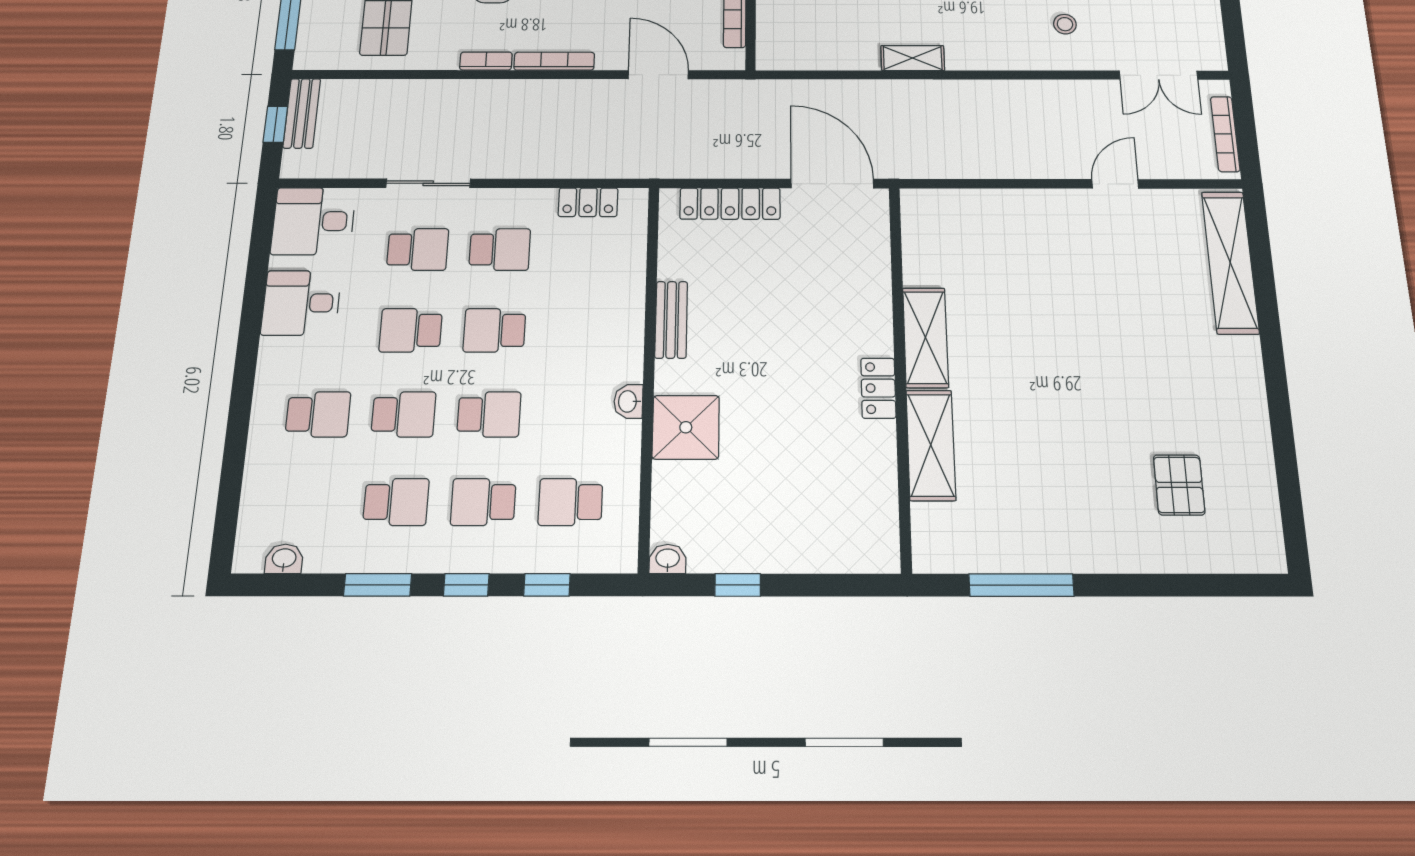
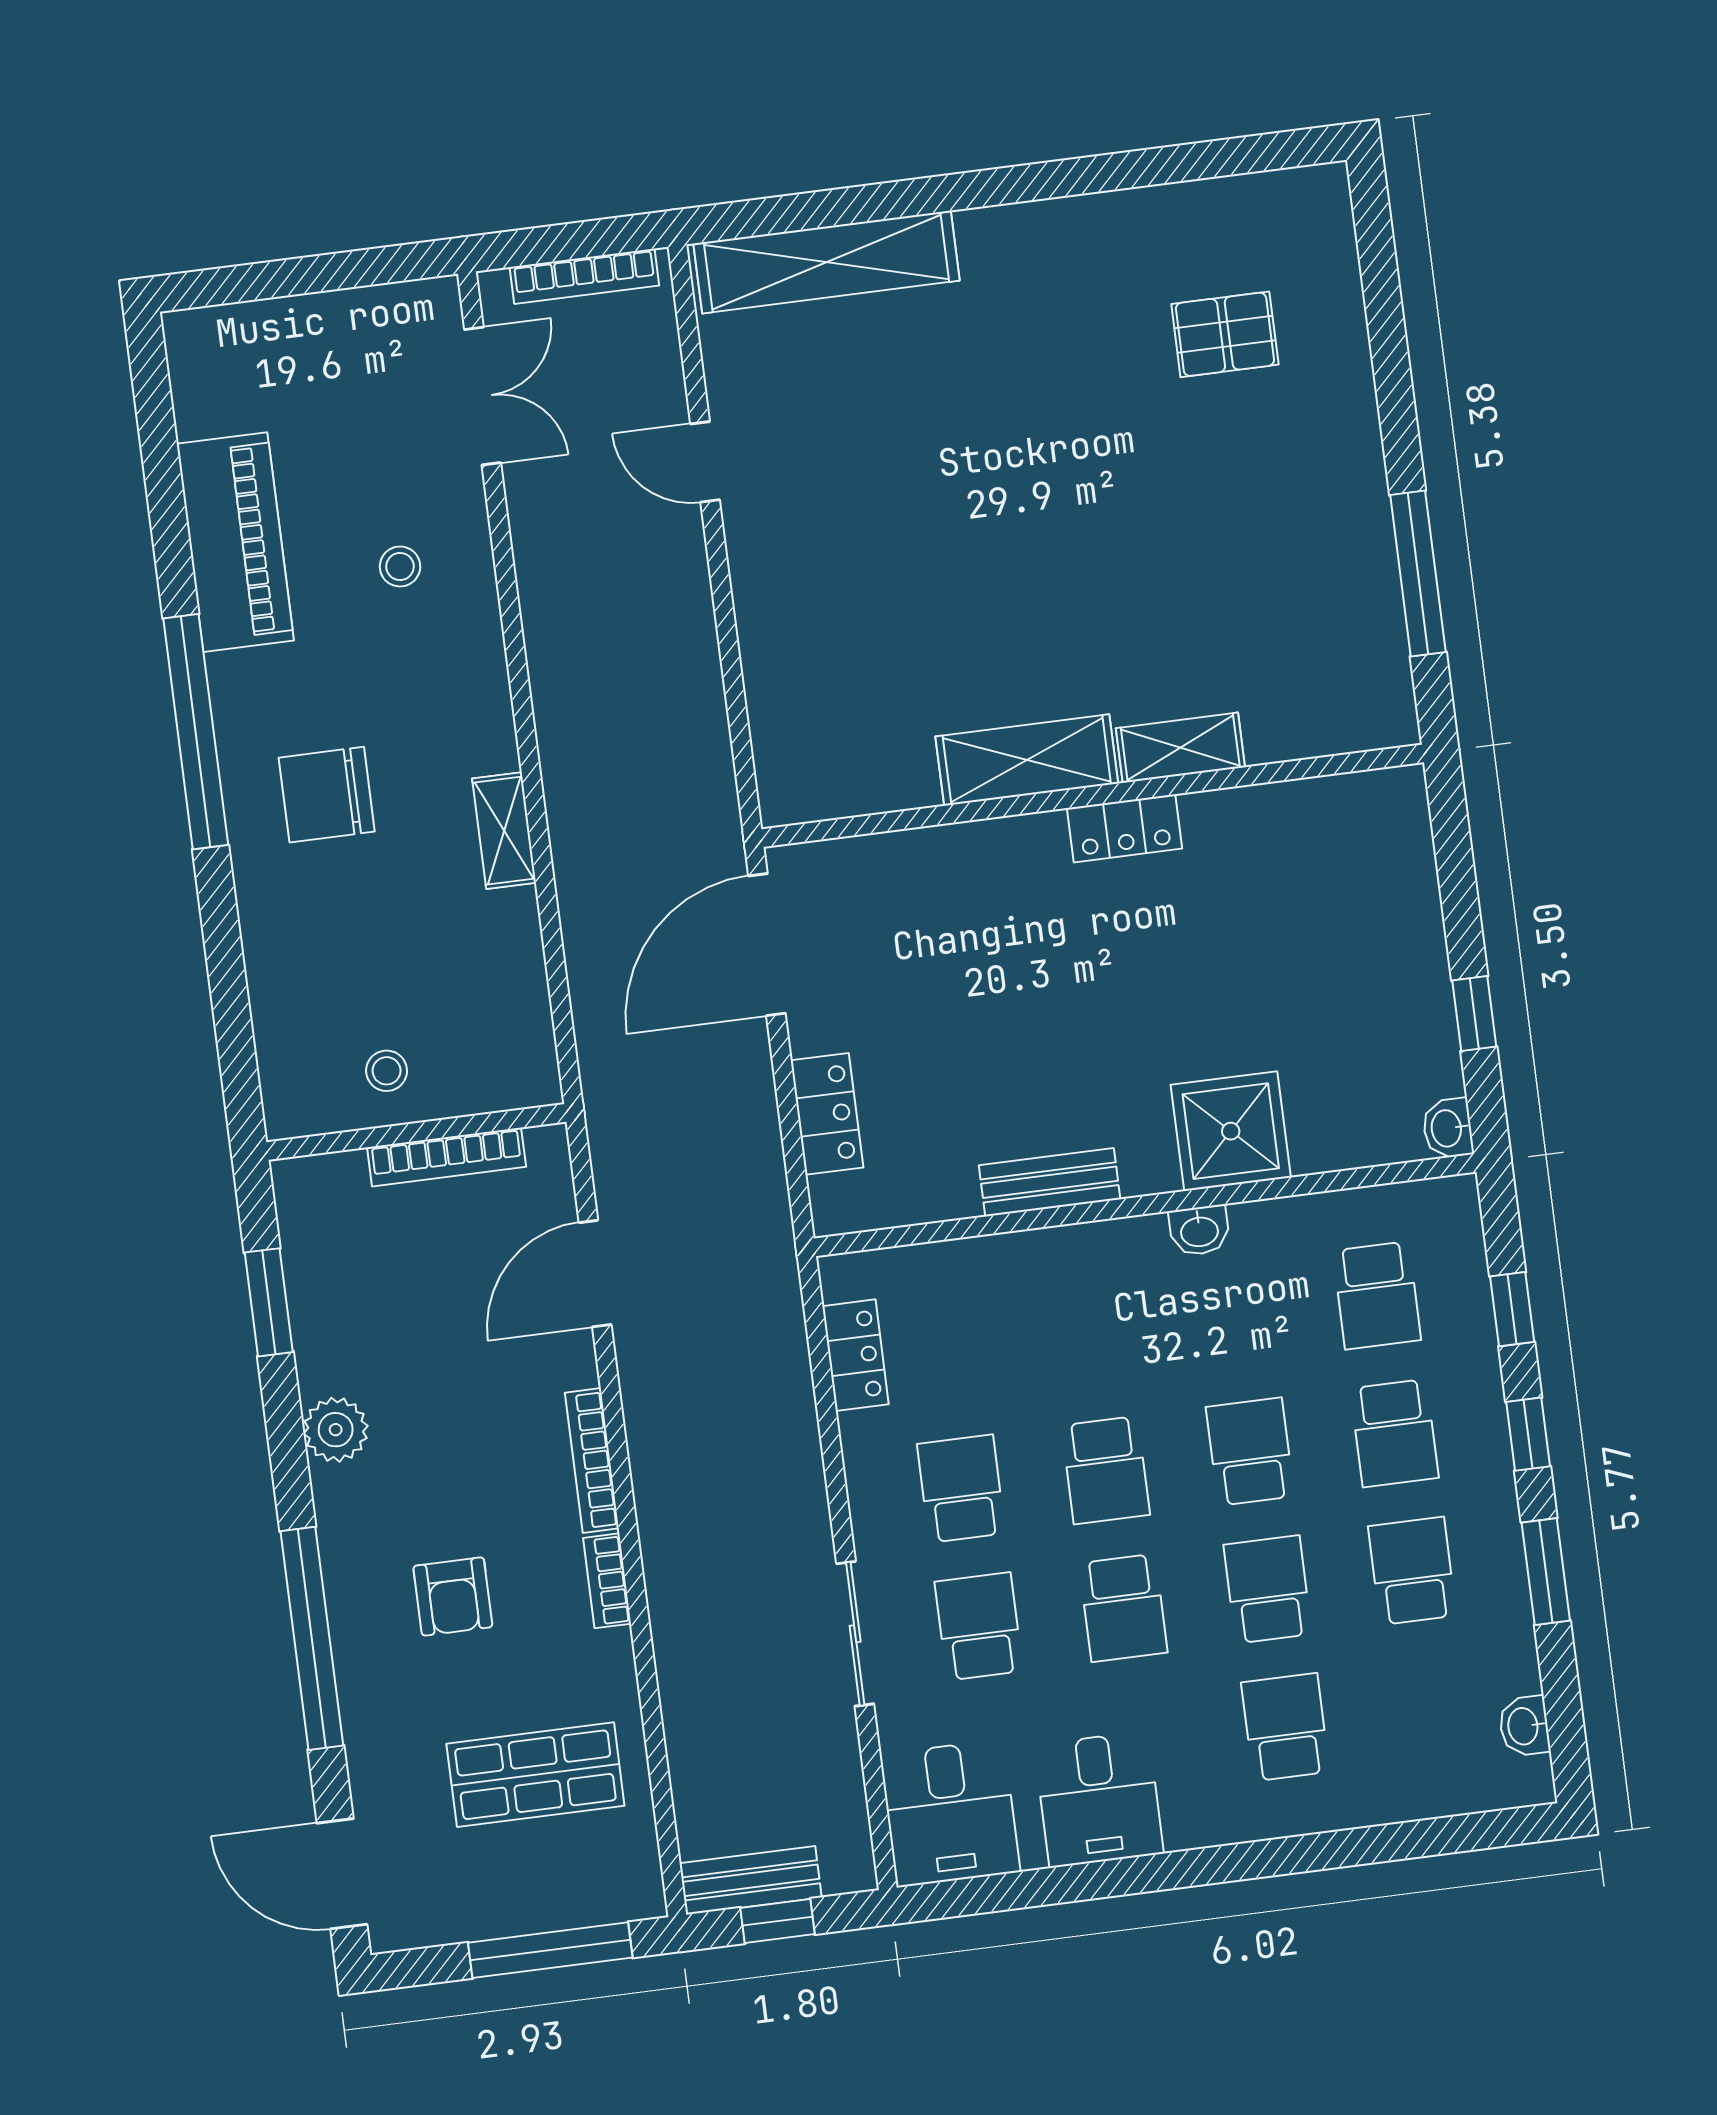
locker: (730, 204) -> (827, 1114), width x0.66
shelving: (931, 445) -> (1180, 748), width x0.67, depth x0.75

